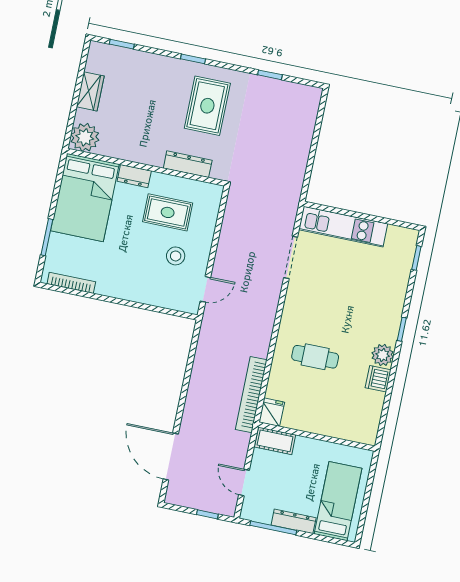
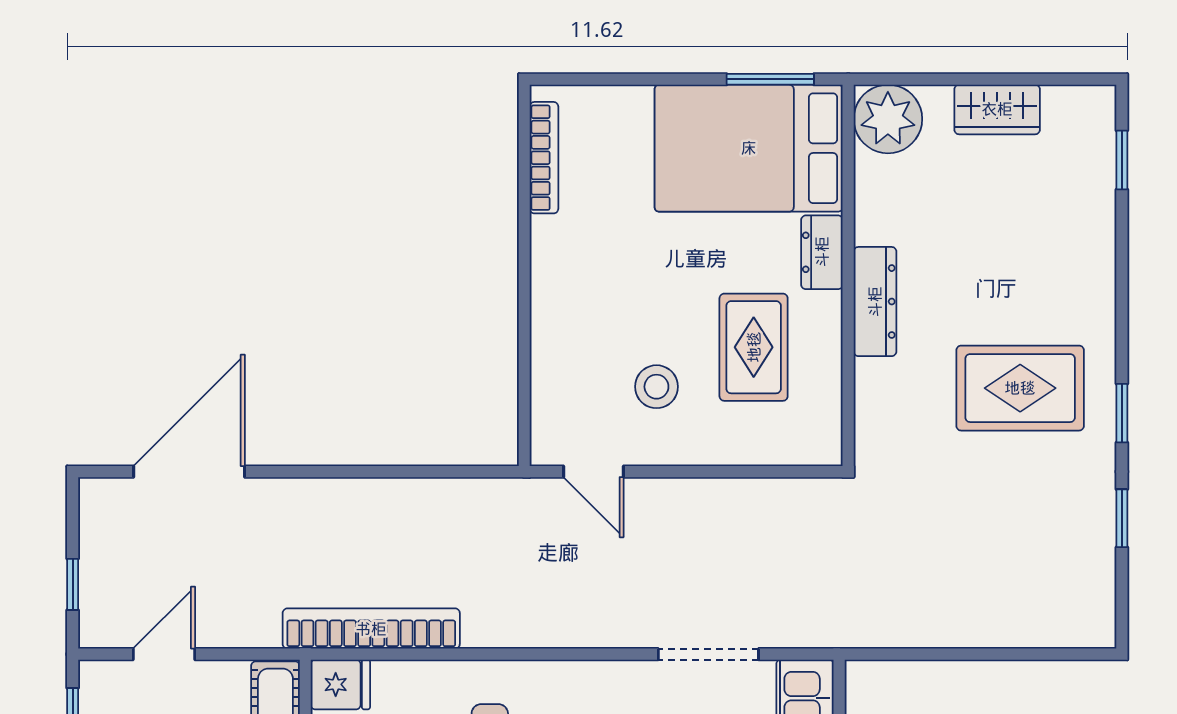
window: (193, 59) -> (1122, 413), moved
dresser: (188, 164) -> (875, 302), moved
window: (47, 237) -> (770, 79), moved

